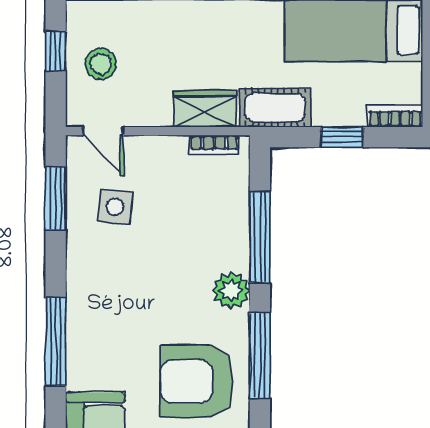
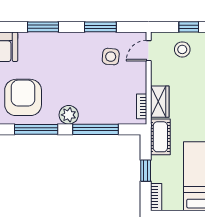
window: (56, 198) -> (100, 27), moved
window: (56, 342) -> (43, 27), width x0.69

